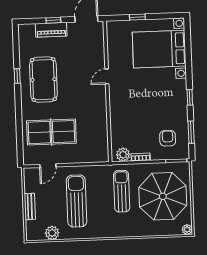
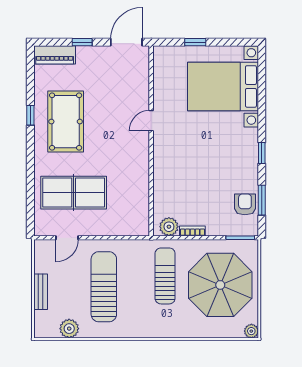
piano: (51, 30) -> (55, 55), moved
armchair: (168, 138) -> (245, 204), moved

